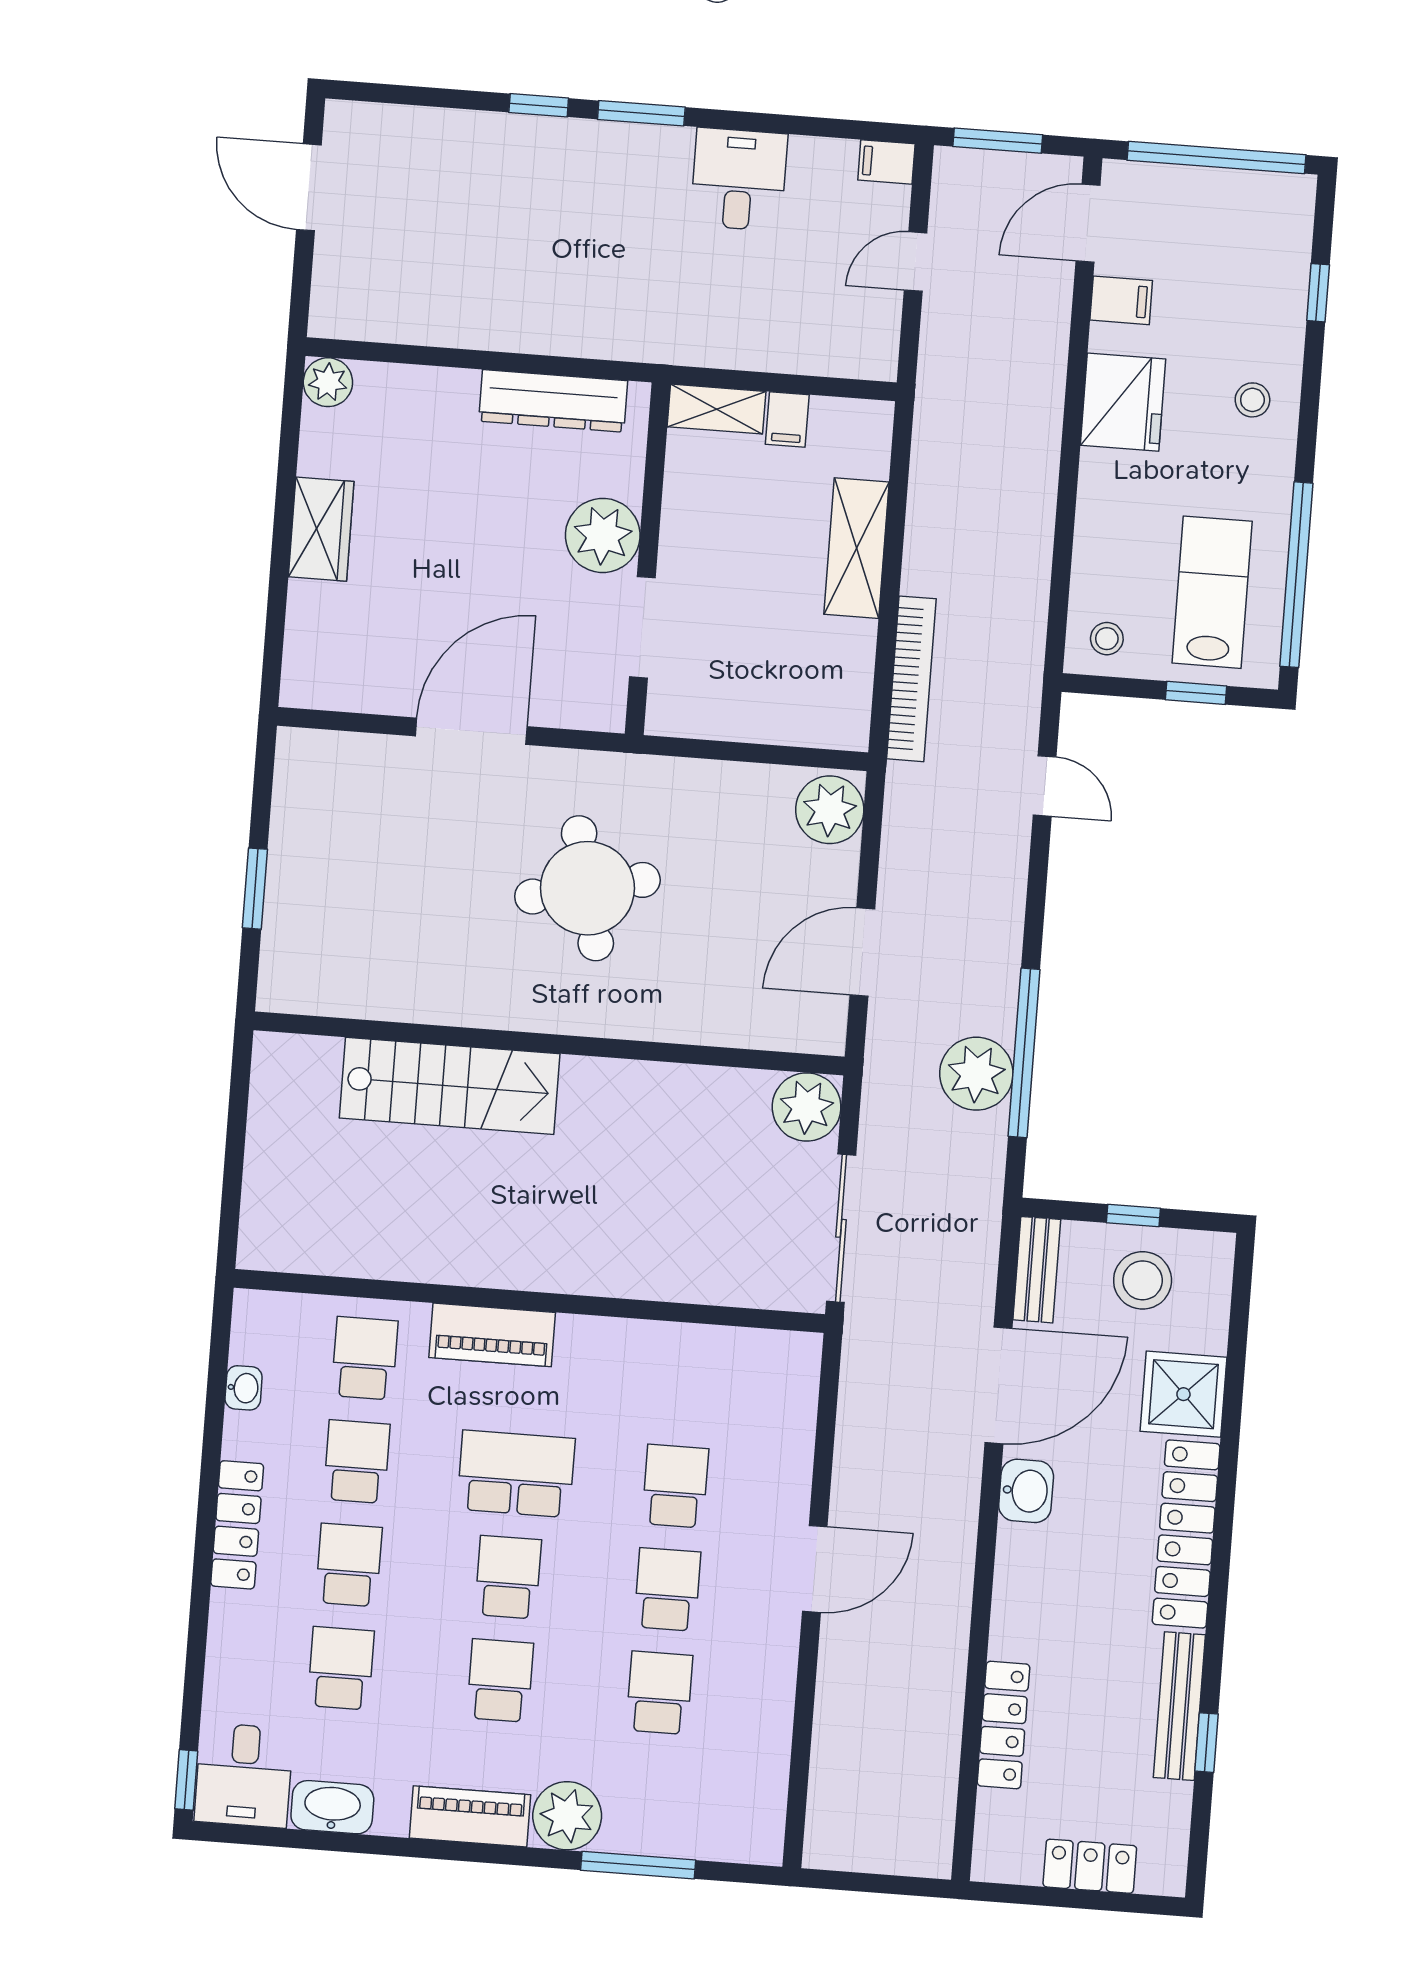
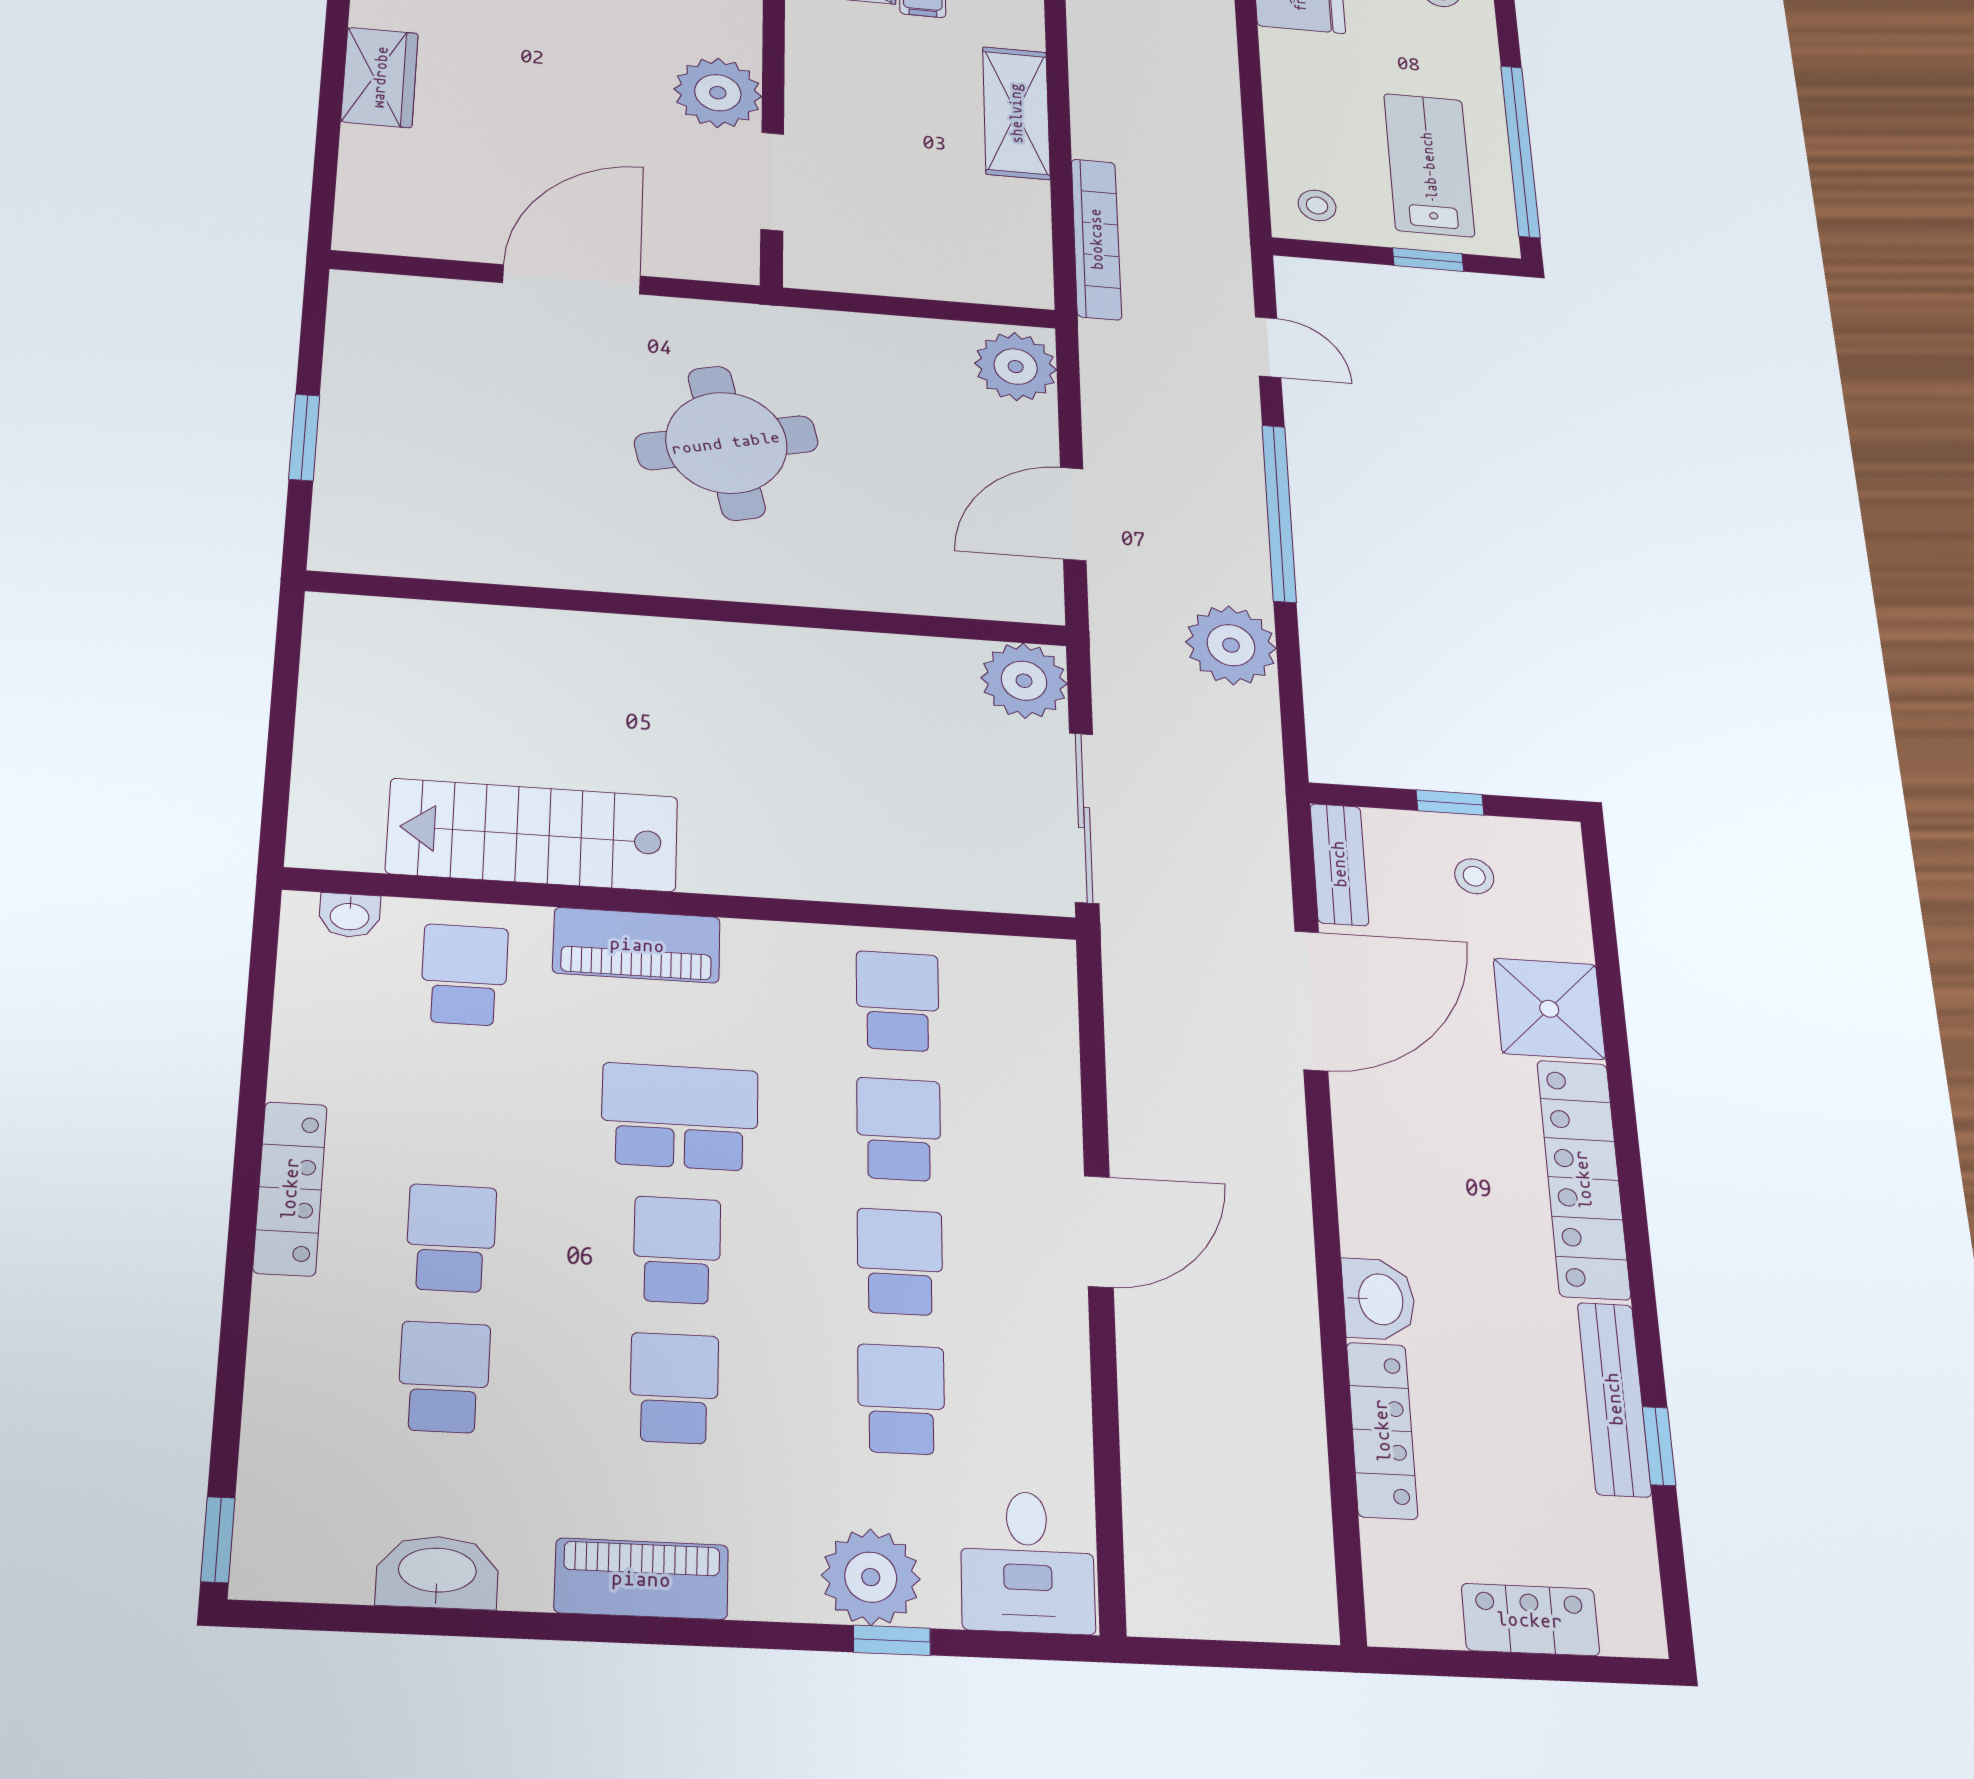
window: (1024, 1053) -> (1279, 513), moved
stairs: (450, 1086) -> (533, 835), moved, turned 180
stool: (1143, 1280) -> (1474, 876), width x0.53, depth x0.53
washbasin: (244, 1388) -> (350, 915), moved, turned 90
school desk: (357, 1462) -> (898, 1001), moved
washbasin: (1026, 1491) -> (1379, 1299), moved
desk: (244, 1775) -> (1027, 1562), moved
plant: (567, 1816) -> (871, 1577), moved
window: (638, 1865) -> (892, 1640), width x0.46

